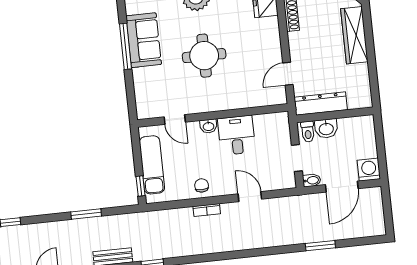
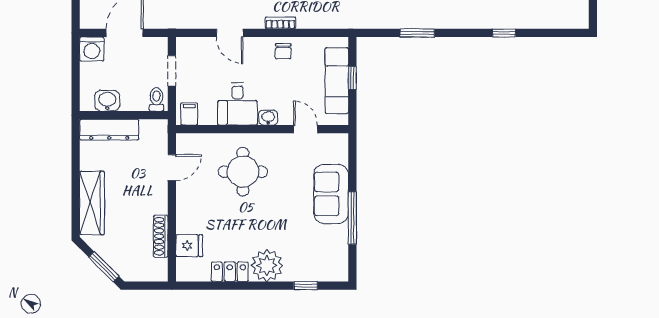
sofa: (144, 40) -> (331, 194), moved
round table: (204, 56) -> (243, 172), moved
dresser: (321, 104) -> (109, 130), moved
filing cabinet: (278, 122) -> (189, 114), added
washbasin: (326, 129) -> (107, 101), moved
bidet: (312, 180) -> (158, 44), removed
window: (140, 186) -> (352, 78), moved

